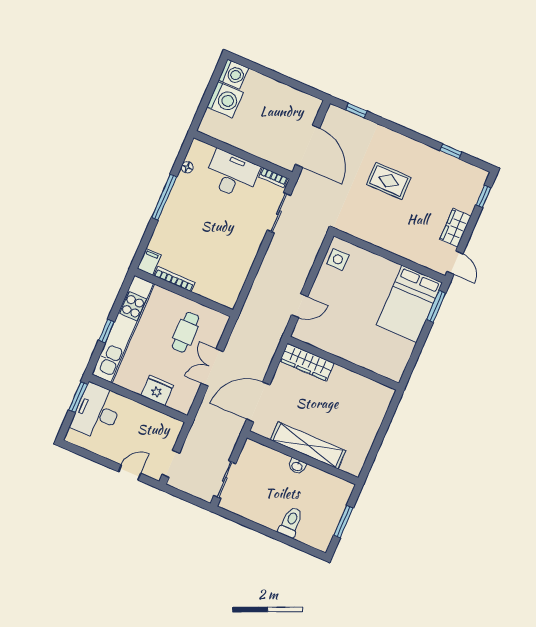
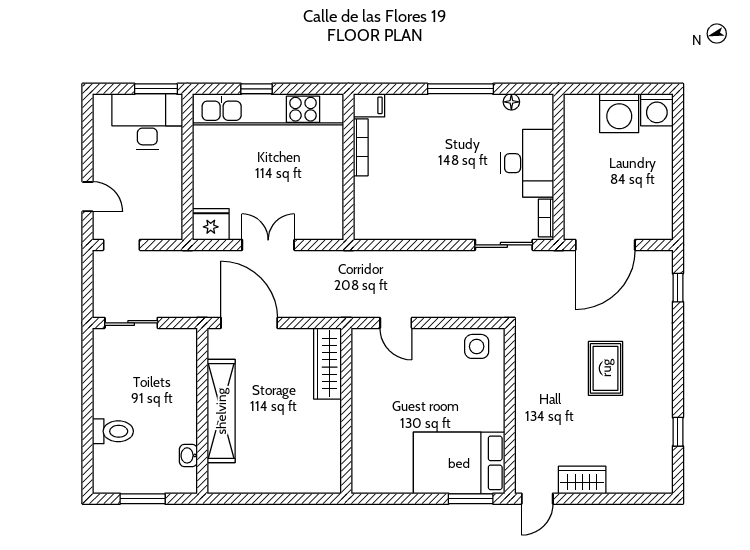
window: (483, 196) -> (638, 499), removed
cafe table: (186, 332) -> (299, 191), removed
fridge: (157, 390) -> (211, 224), moved, turned -90
washbasin: (297, 466) -> (188, 455), moved

